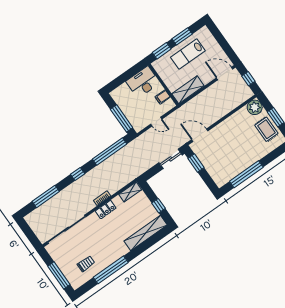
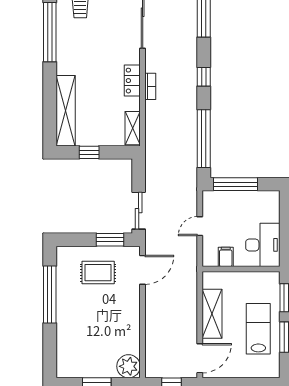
shelving: (188, 90) -> (212, 314), moved
rug: (266, 129) -> (98, 273), moved

